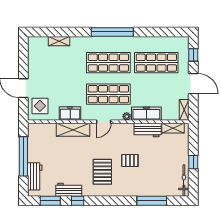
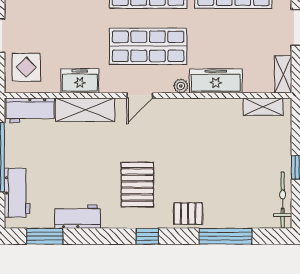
workbench: (148, 130) -> (30, 110), moved
pallet: (130, 161) -> (188, 214), moved
window: (78, 201) -> (147, 236), moved

